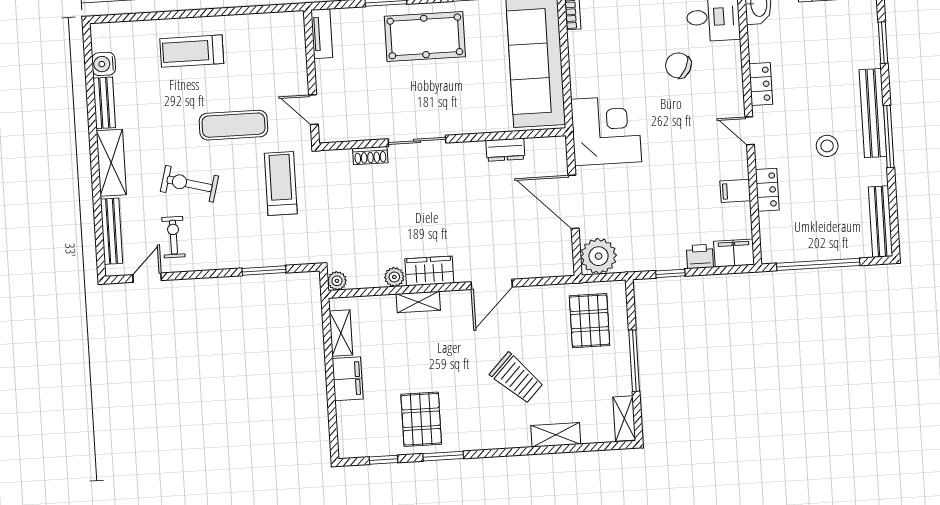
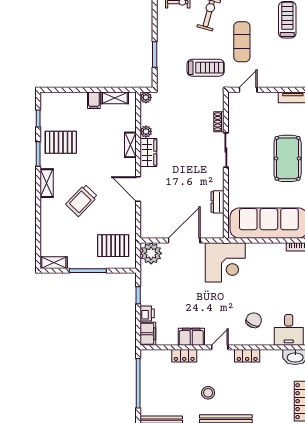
chair: (678, 65) -> (254, 320), moved
filing cabinet: (735, 191) -> (191, 337), width x2.00
filing cabinet: (348, 379) -> (94, 100), width x0.50
shelving: (556, 435) -> (47, 183), moved

